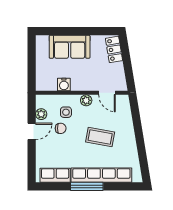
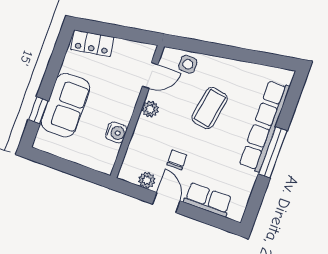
window: (60, 31) -> (38, 110), added
side table: (66, 112) -> (188, 64), moved
row of seats: (55, 175) -> (208, 200), moved, turned 90

